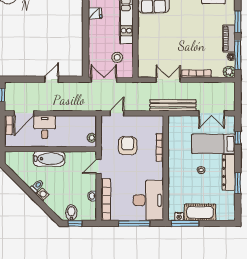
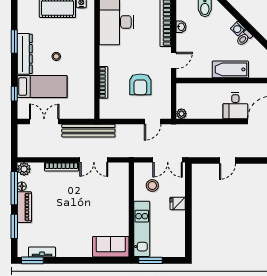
fridge: (95, 13) -> (178, 203), moved
plant: (92, 138) -> (181, 114), moved

